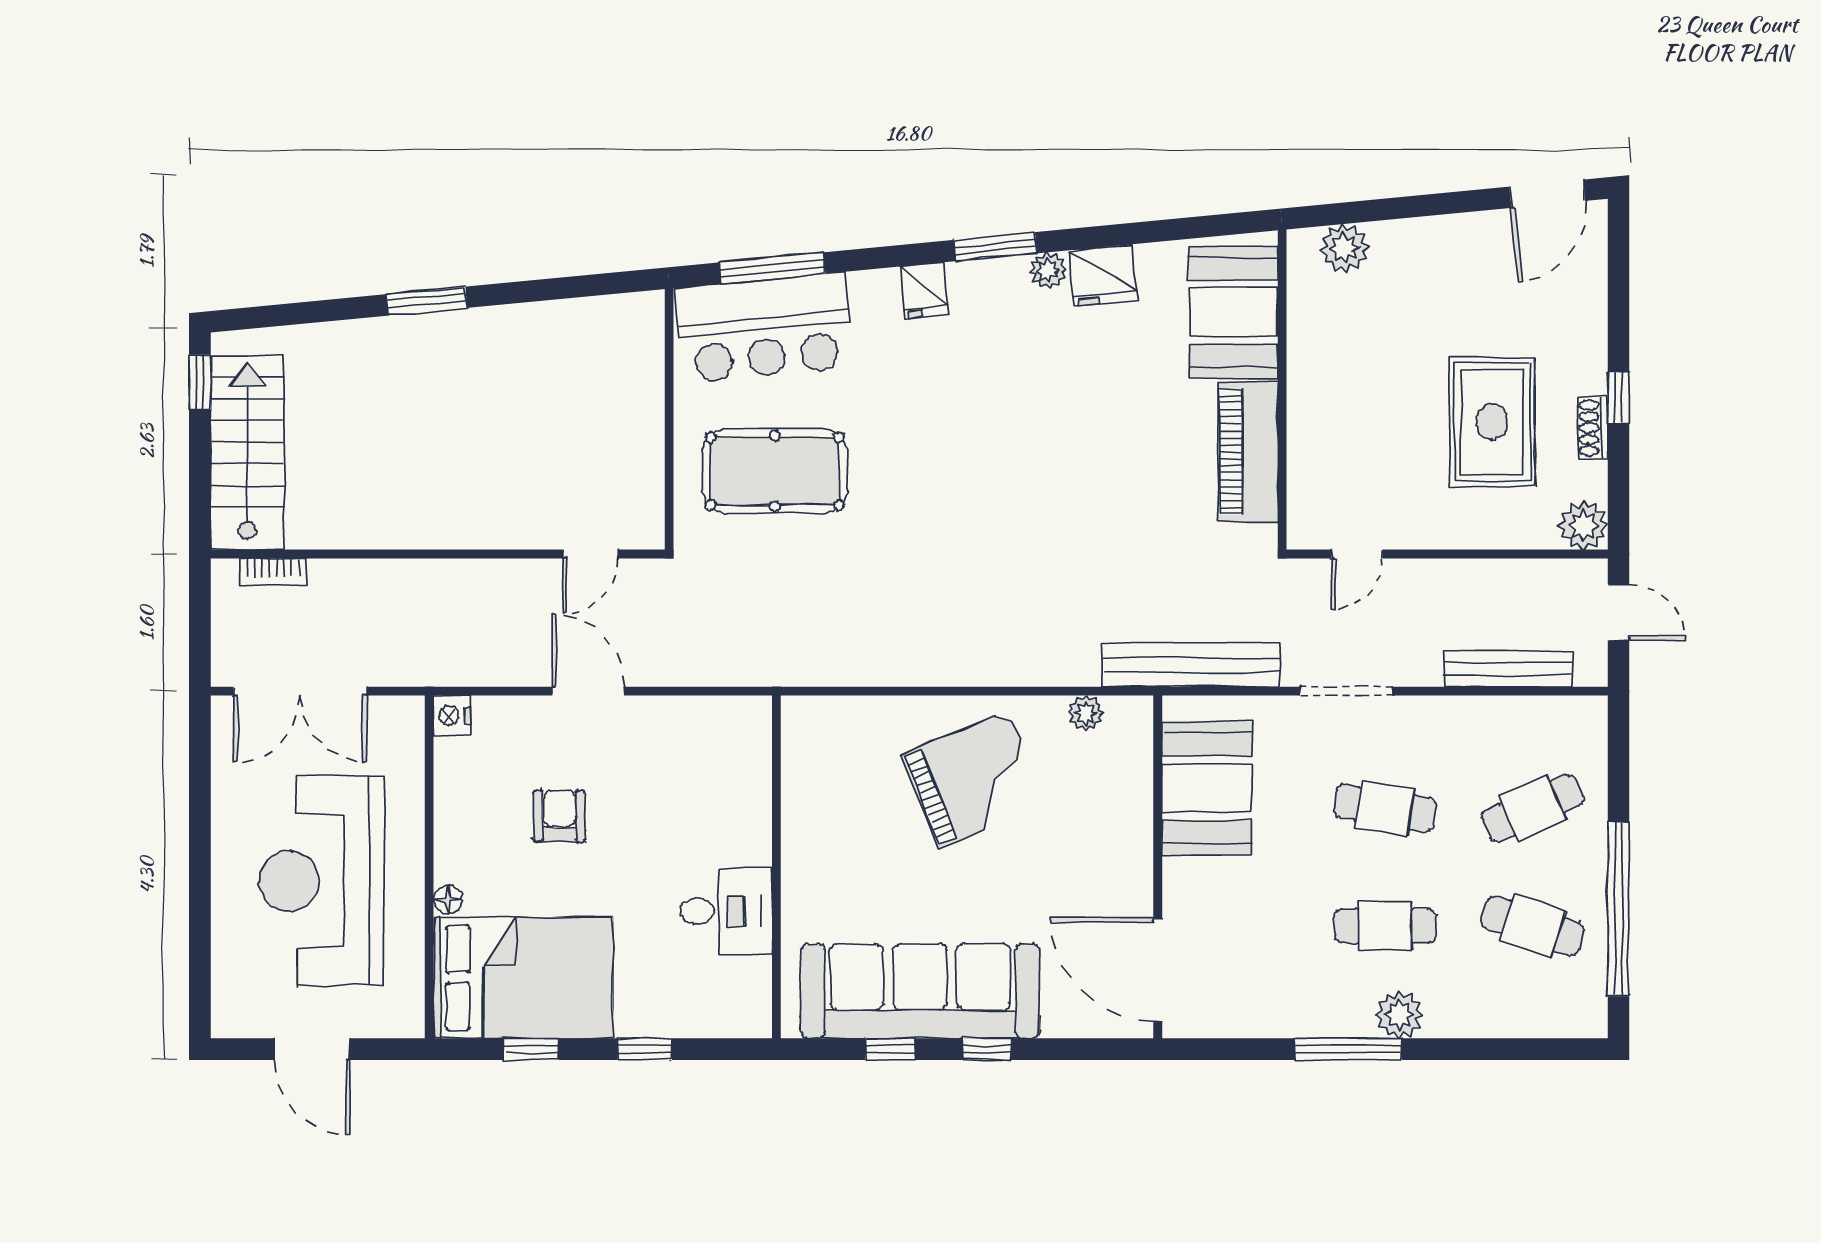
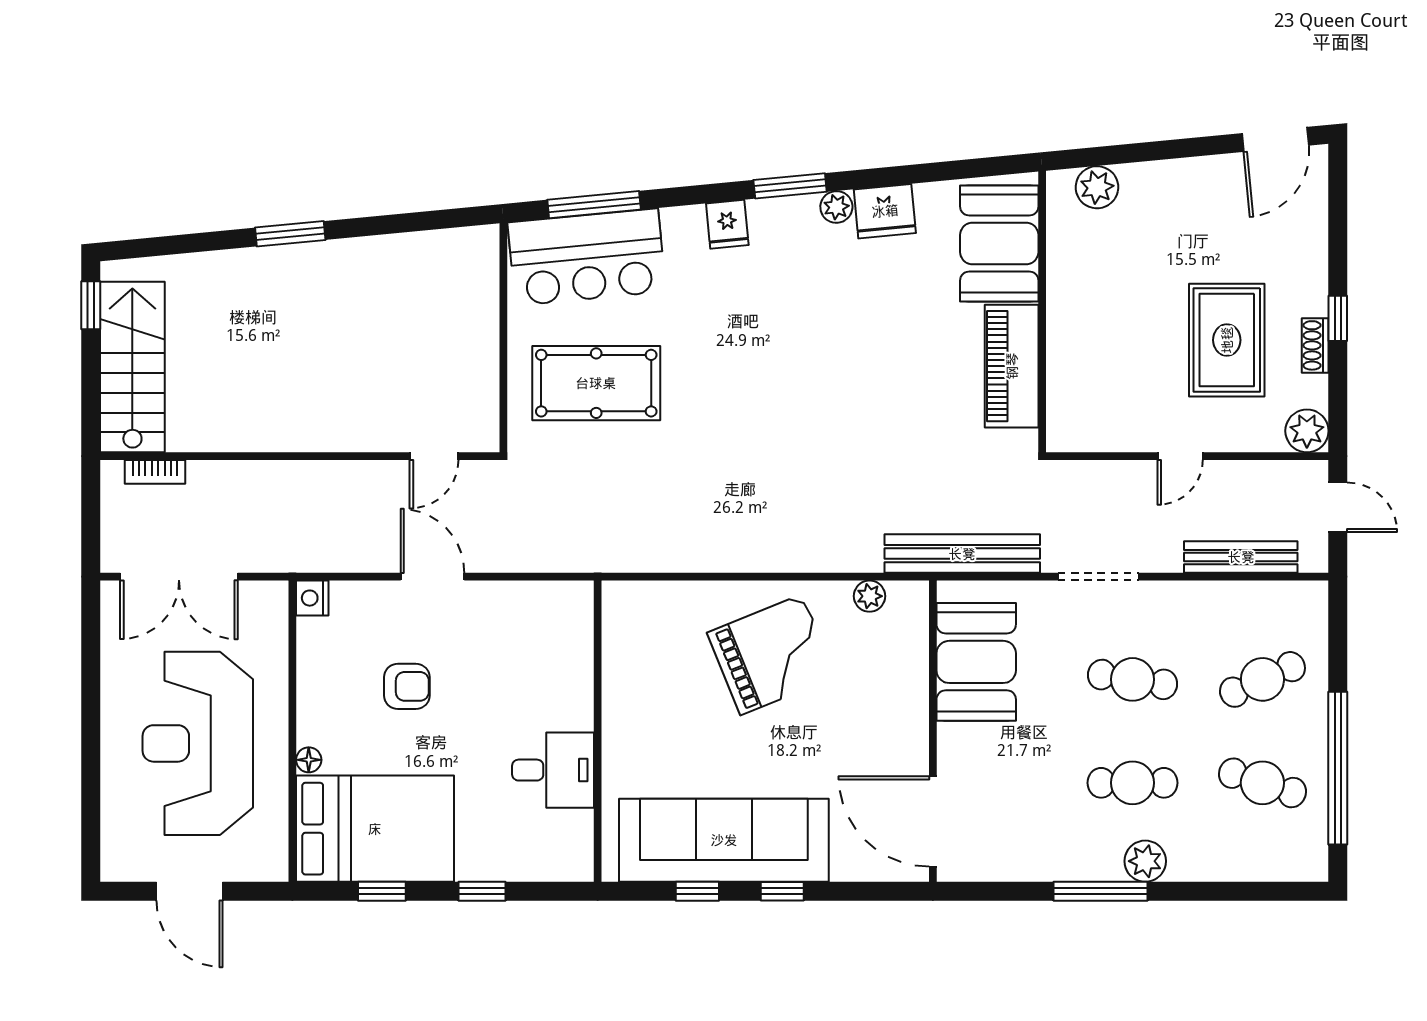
door: (1357, 554) -> (1180, 456), moved
armchair: (559, 816) -> (407, 686), turned 90

